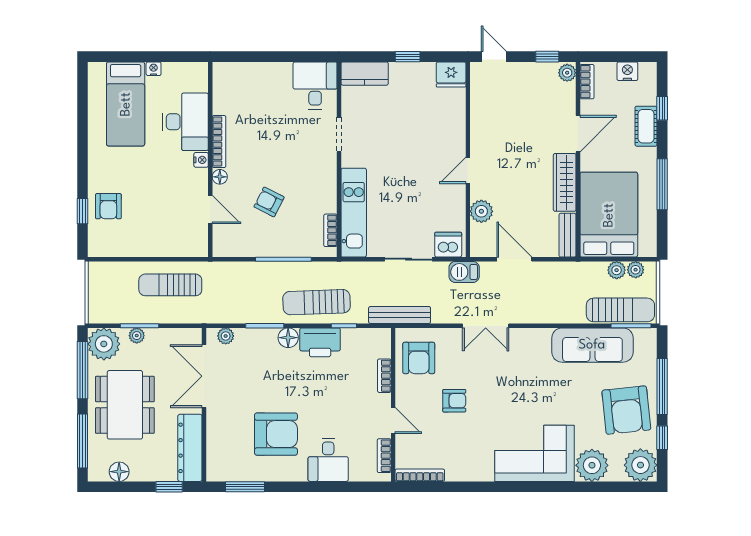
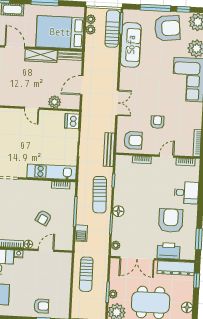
barbecue: (464, 272) -> (81, 233), moved
printer: (320, 342) -> (169, 251), moved, turned -90

